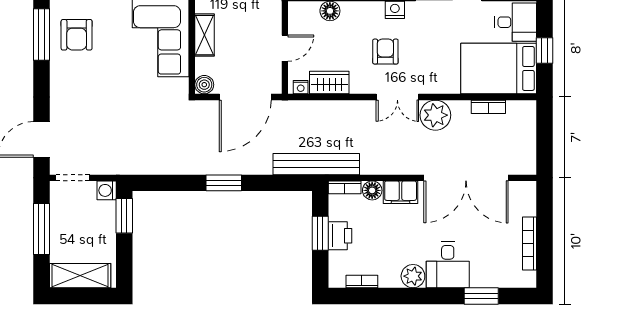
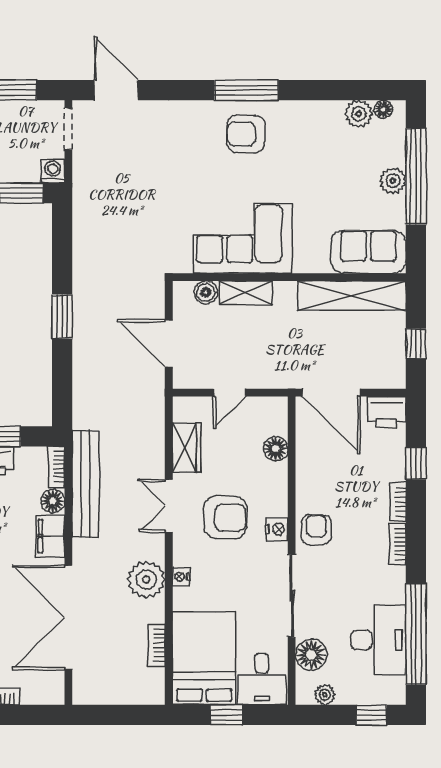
door: (285, 48) -> (229, 393), hinge flipped
armchair: (385, 52) -> (225, 517), width x1.38, depth x1.38
boiler: (204, 85) -> (206, 292), moved
nightstand: (301, 87) -> (181, 577), moved
door: (245, 97) -> (169, 343), width x0.73
double door: (397, 97) -> (169, 506), moved
bench: (316, 164) -> (85, 484), moved

